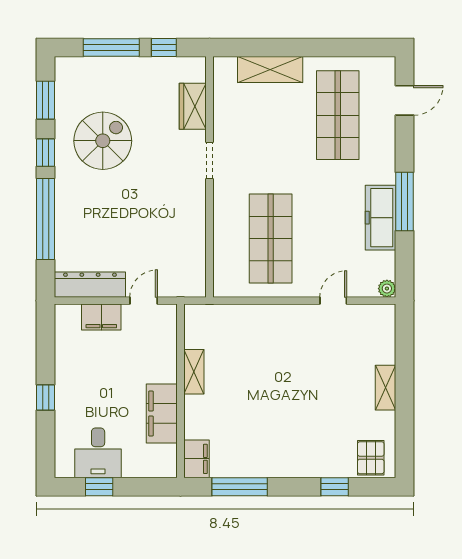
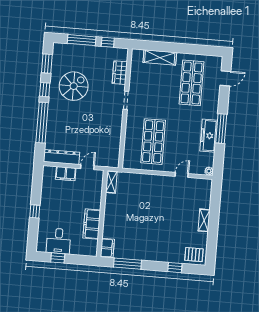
shelving: (194, 372) -> (111, 182), moved
pallet: (371, 458) -> (194, 255), turned 90

